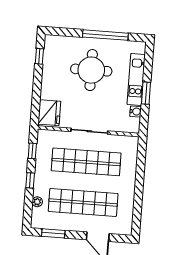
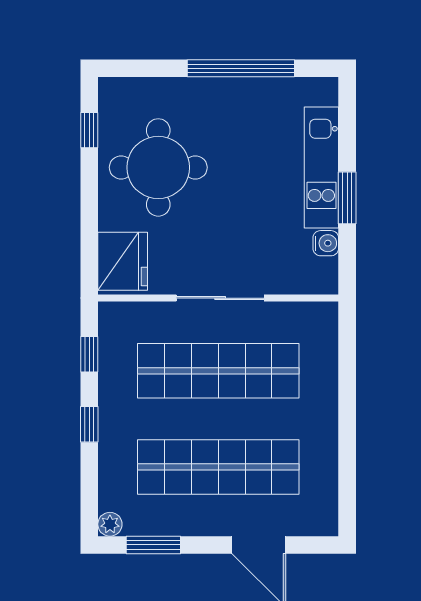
round table: (91, 70) -> (158, 167), moved
plant: (37, 202) -> (110, 524), moved

